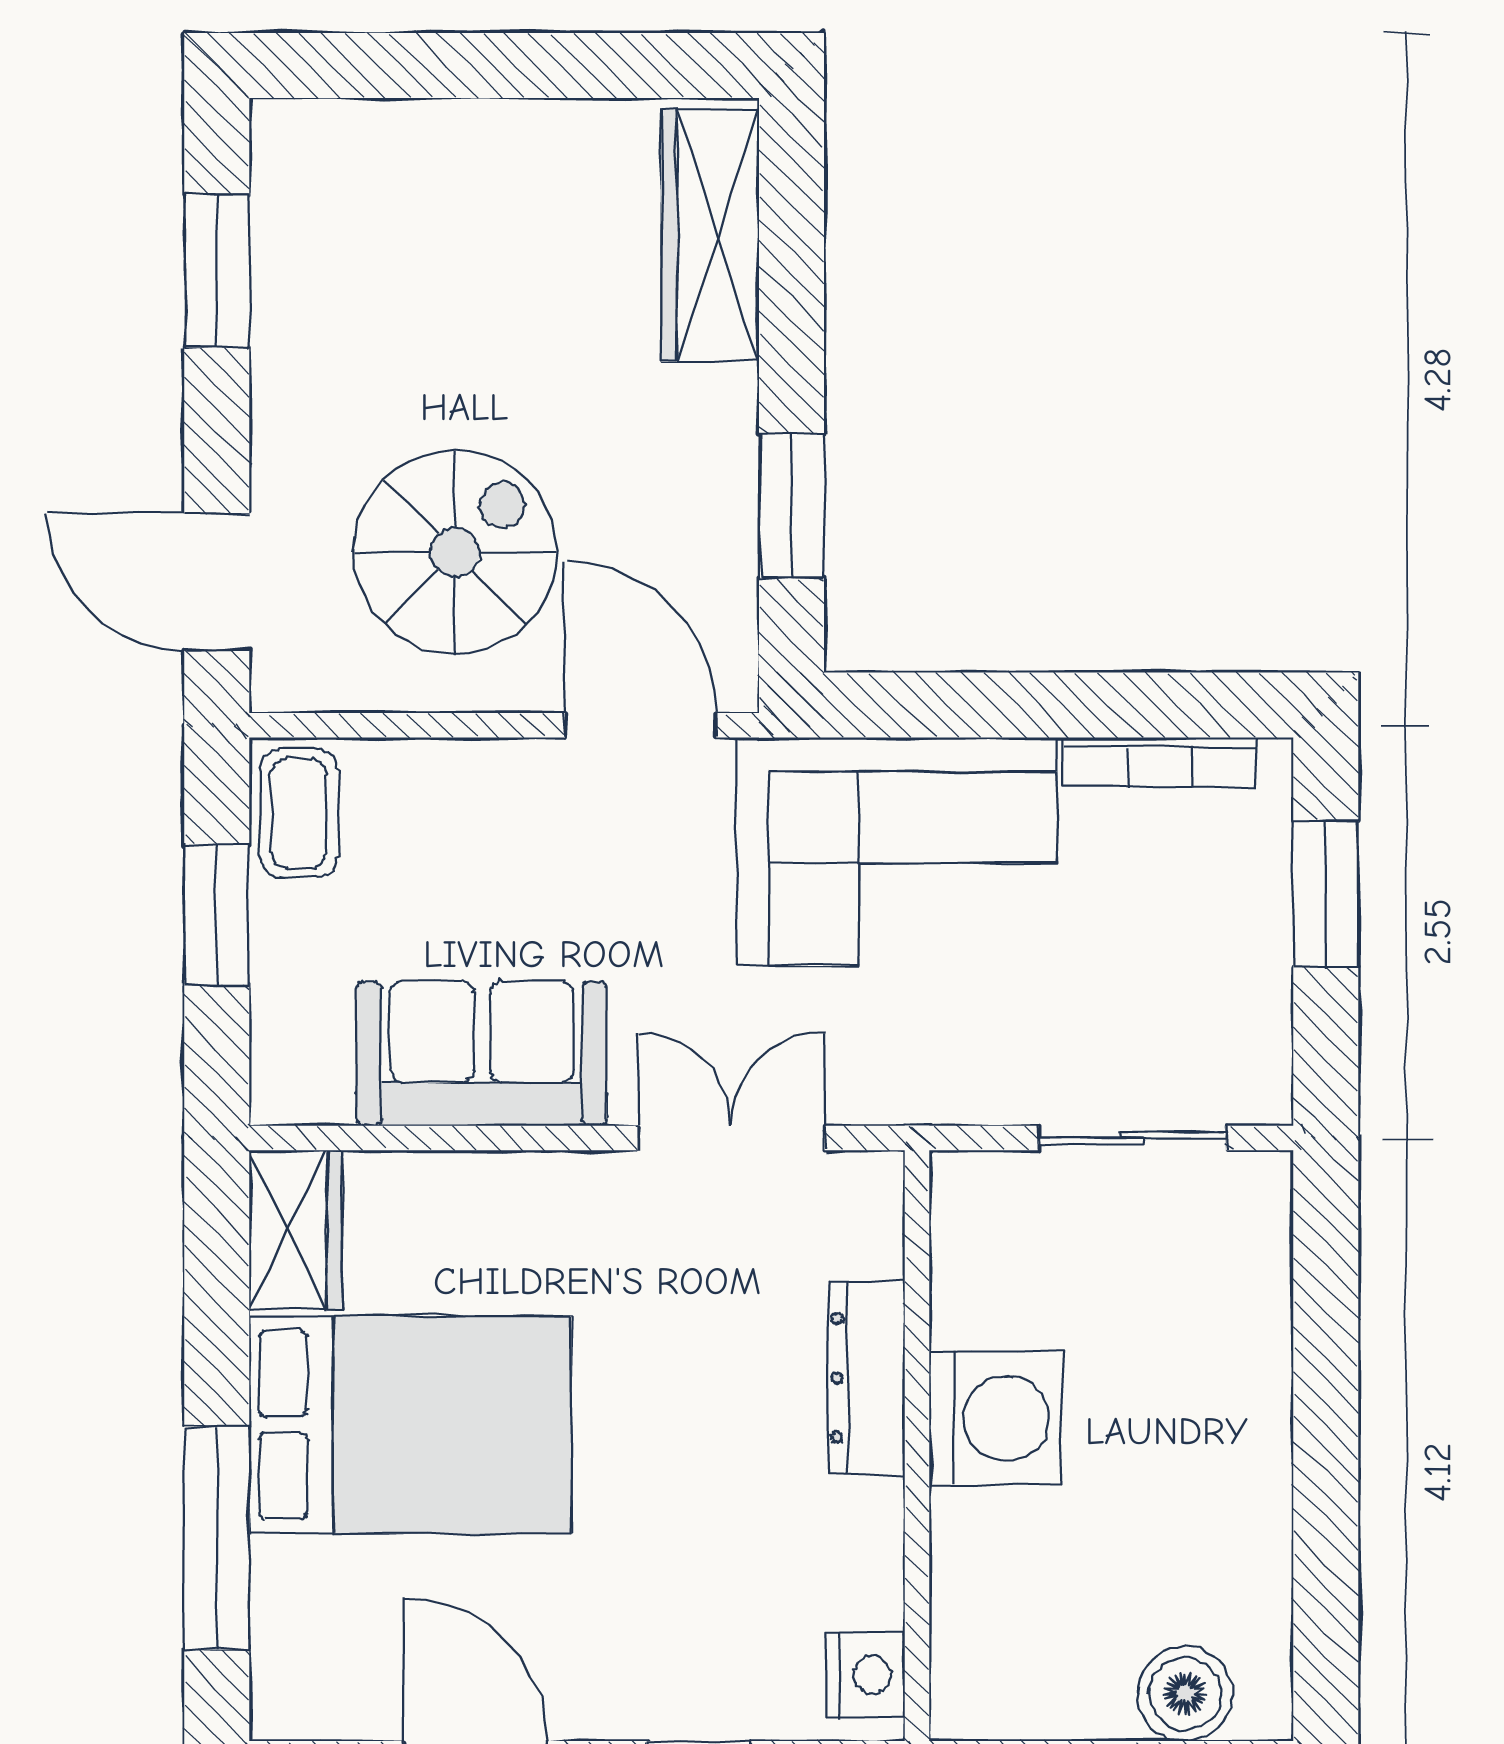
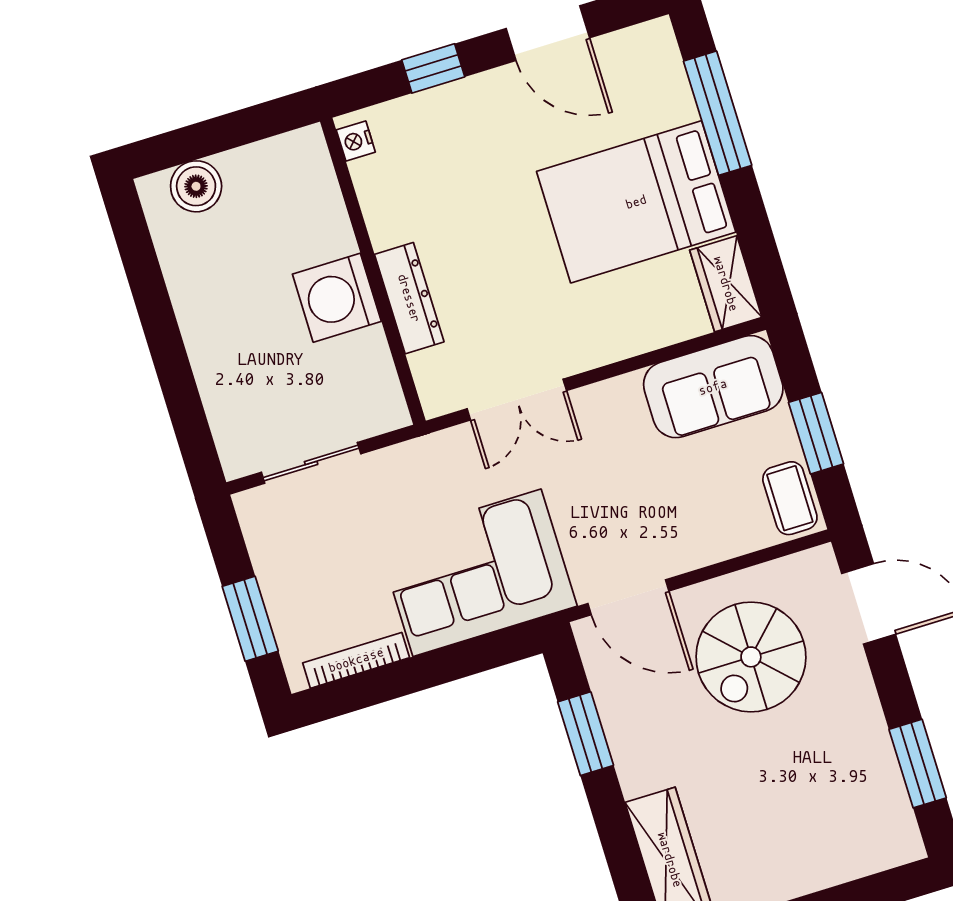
sofa: (482, 1054) -> (713, 387), moved
nightstand: (866, 1675) -> (356, 141), width x0.72, depth x0.74

